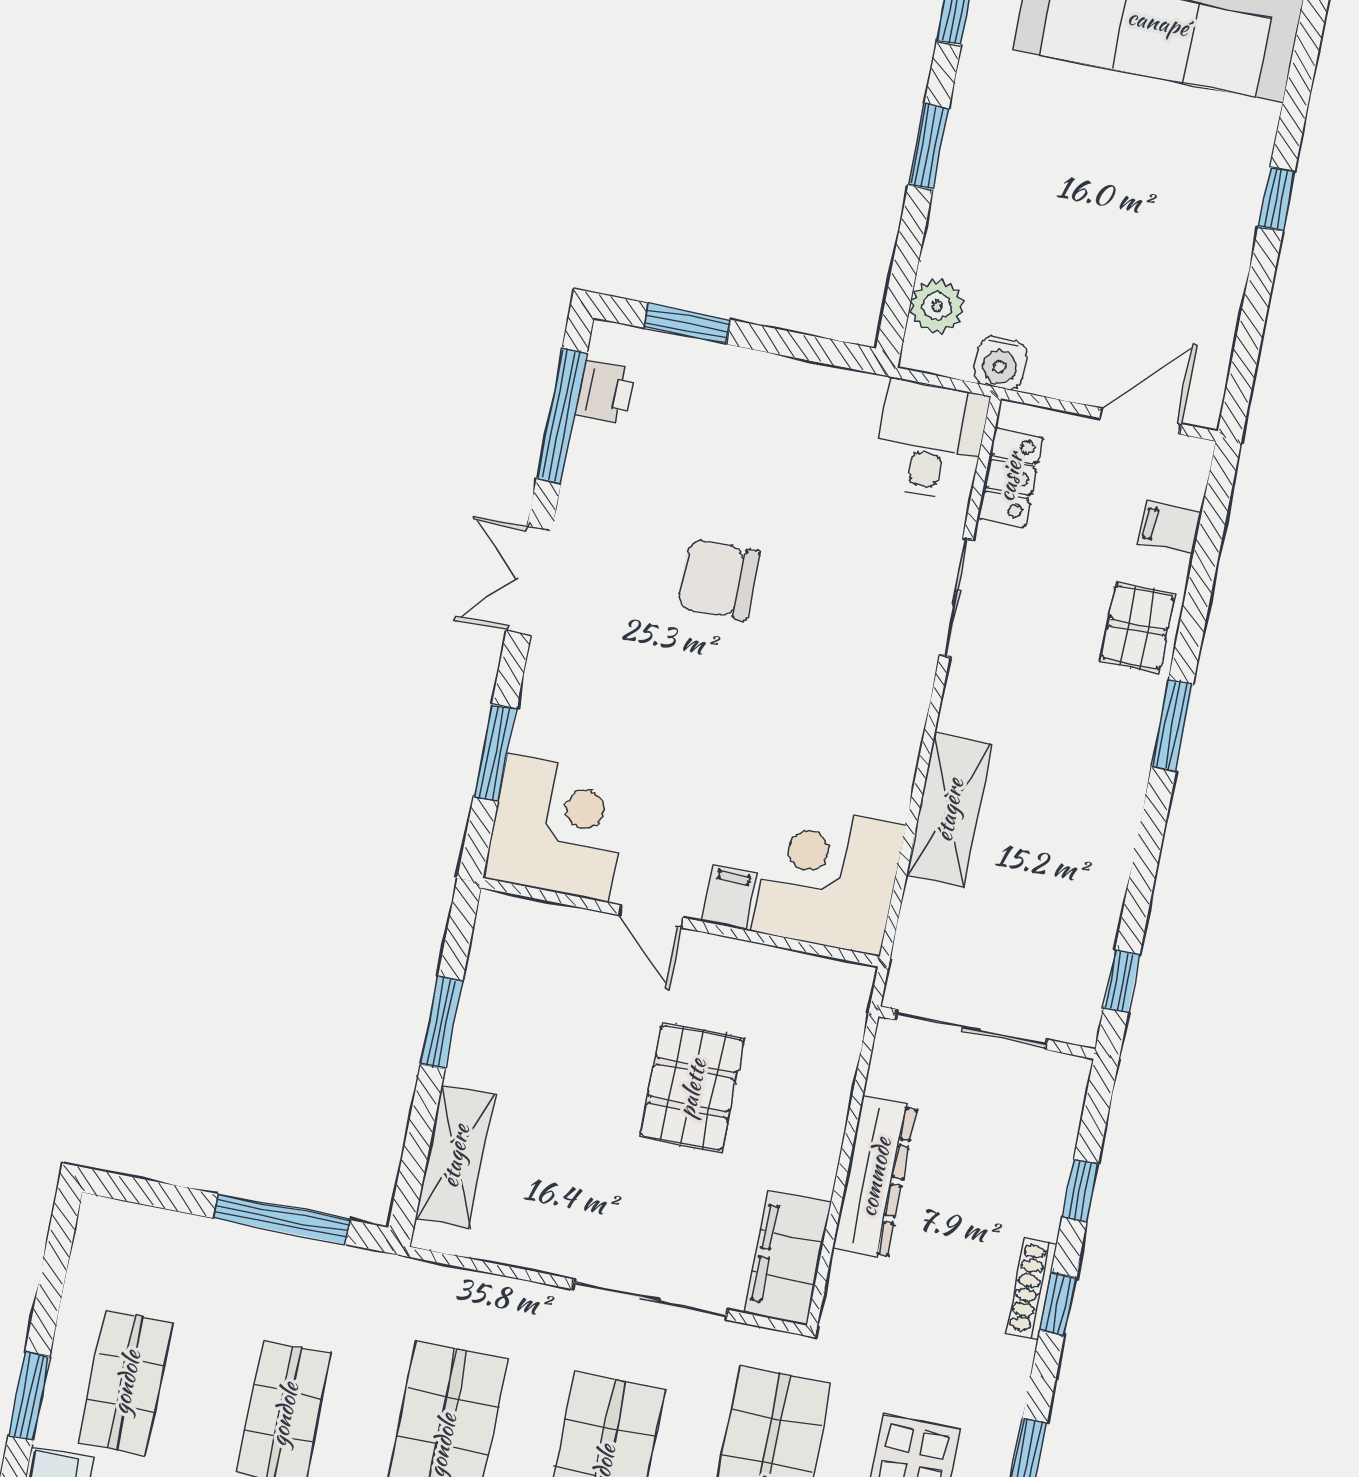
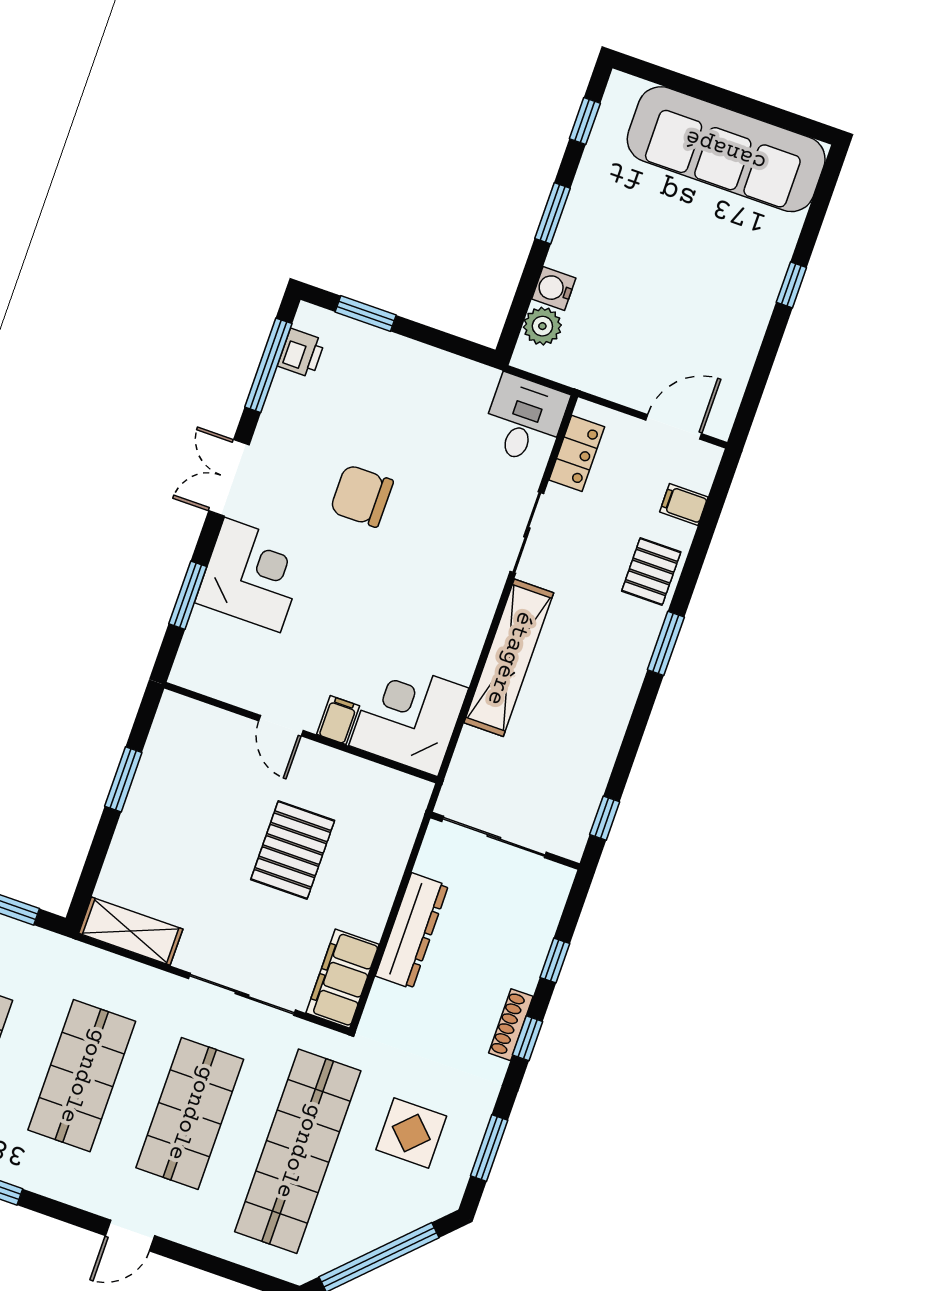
water cooler: (1000, 363) -> (554, 289), moved, turned 90
shelving: (949, 810) -> (509, 658), width x1.47
corner desk: (558, 828) -> (252, 575), moved
shelving: (455, 1156) -> (131, 931), moved, turned 90

